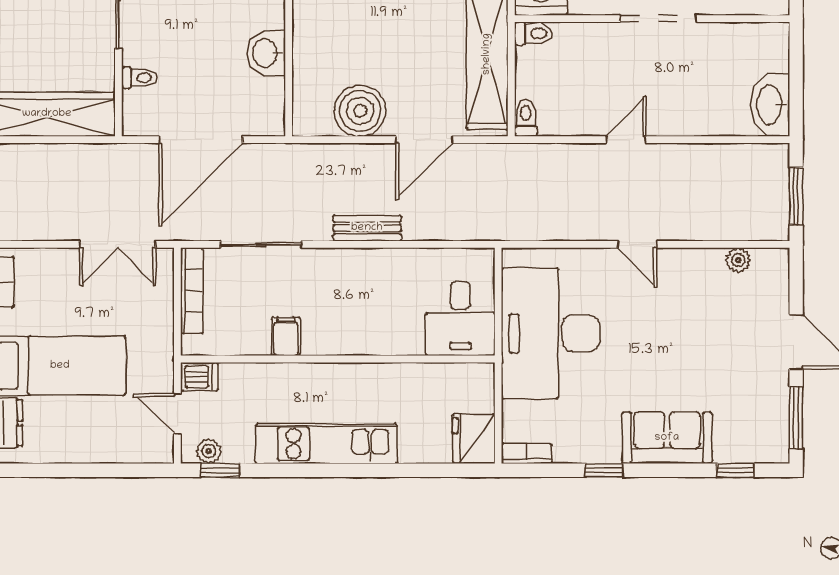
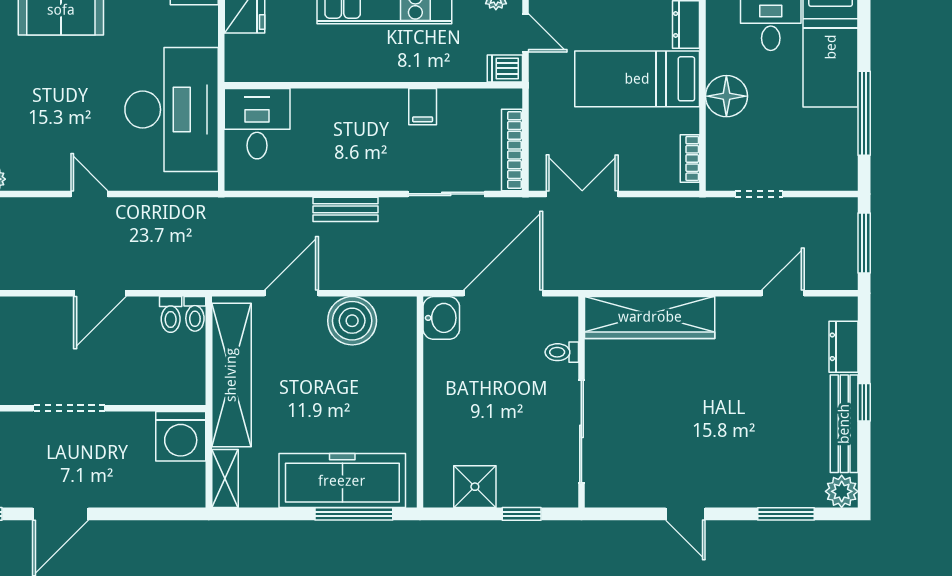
toilet: (534, 33) -> (171, 314), moved, turned -90
washbasin: (266, 53) -> (441, 318), moved
door: (626, 140) -> (100, 293), width x1.38

